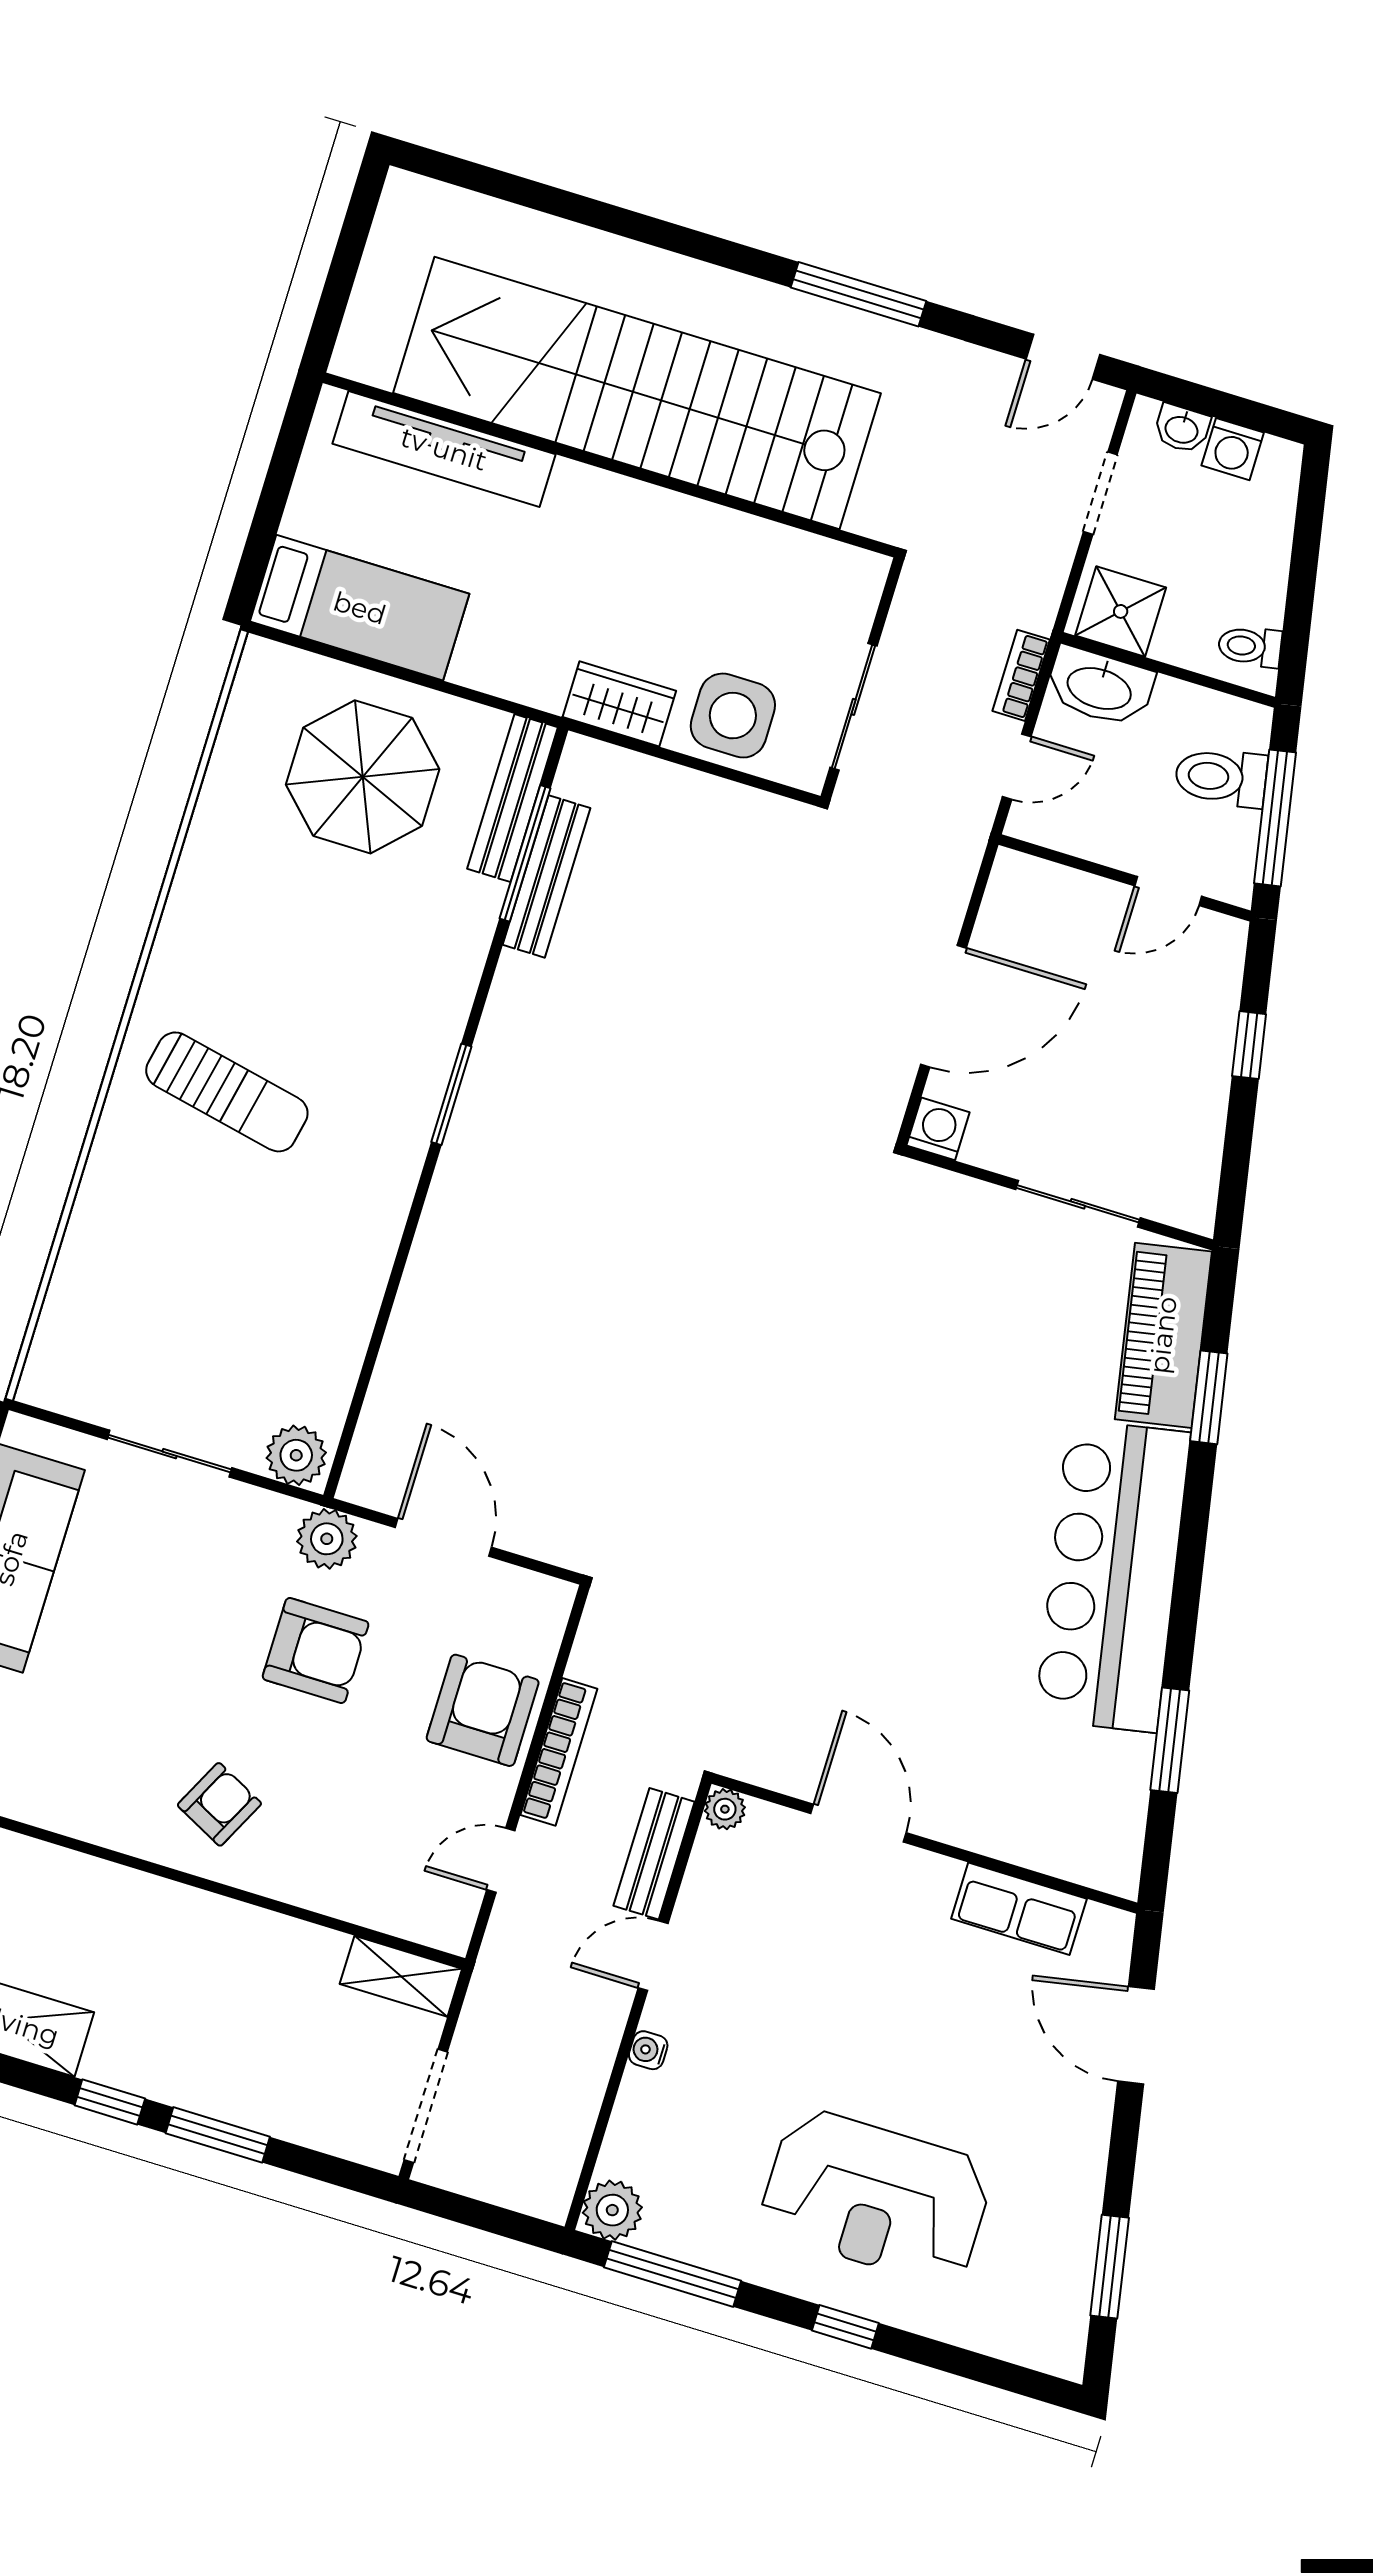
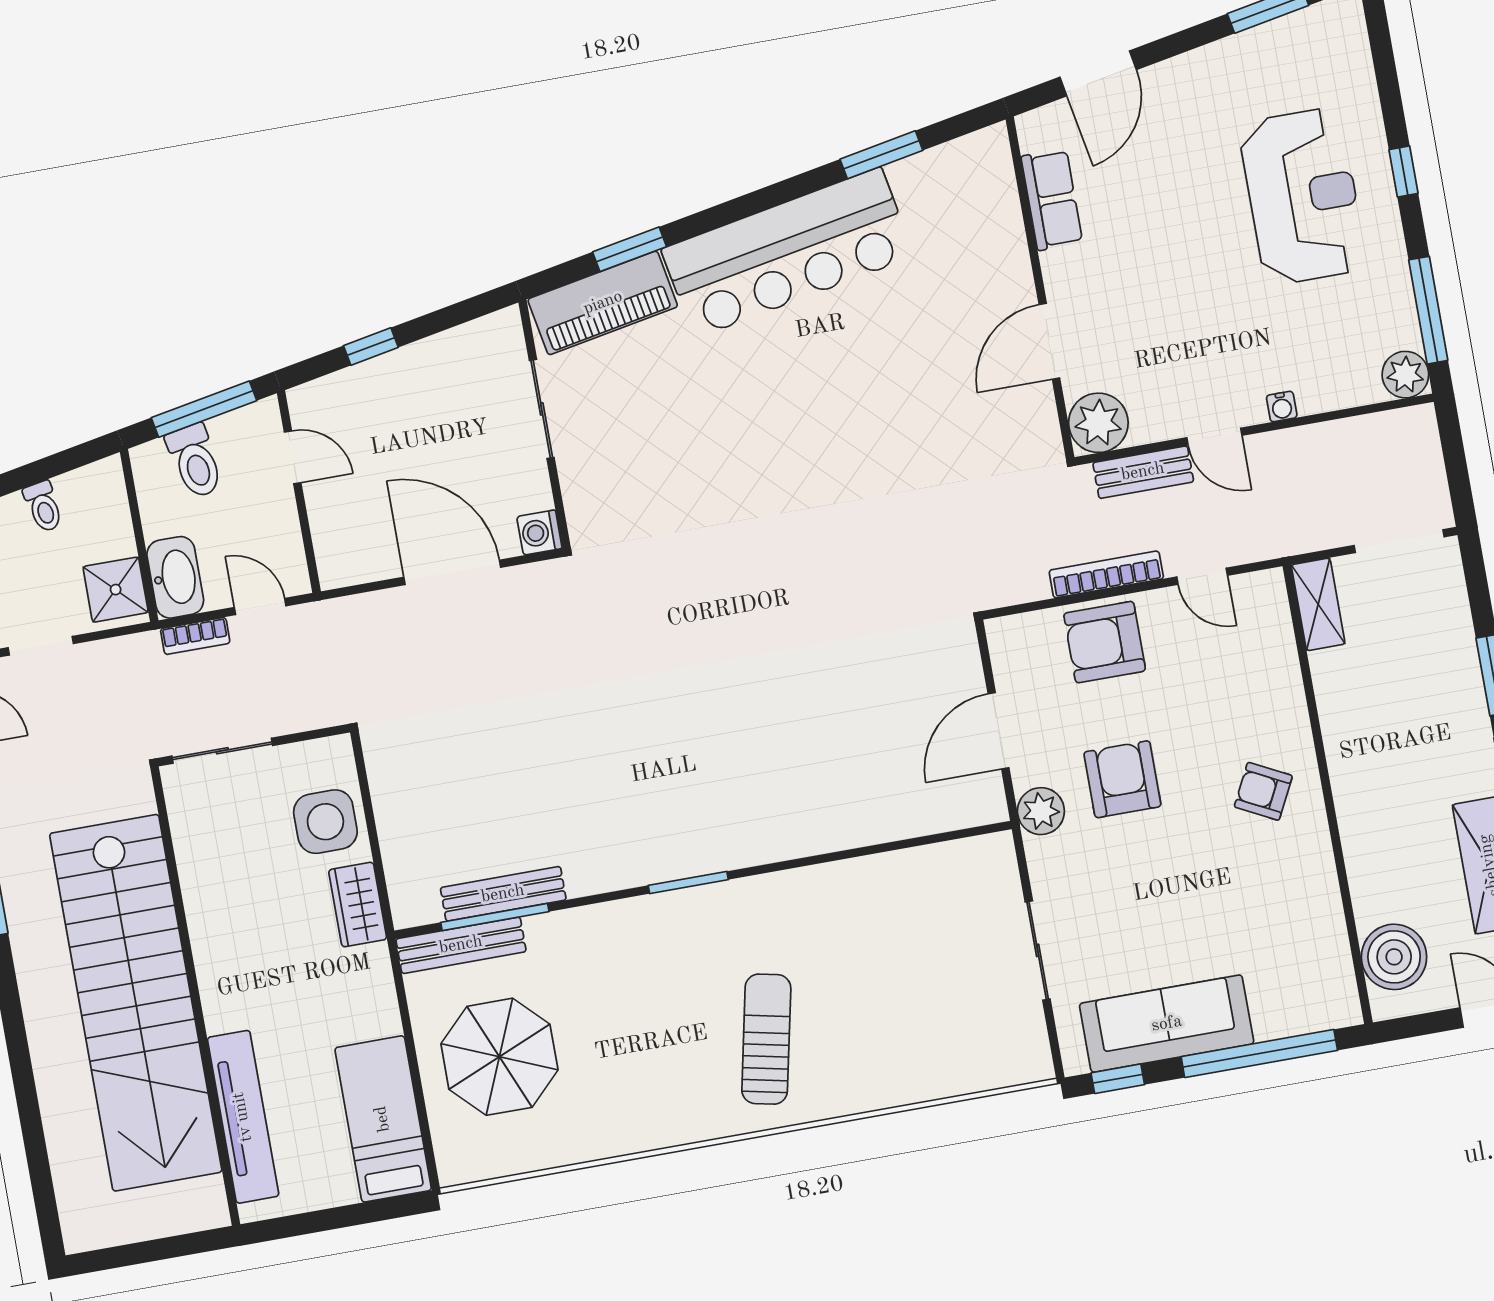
toilet: (1250, 646) -> (43, 506), moved
sliding door: (853, 707) -> (222, 751), moved
plant: (296, 1455) -> (994, 862), removed
plant: (725, 1809) -> (1098, 423), width x1.88, depth x1.88

